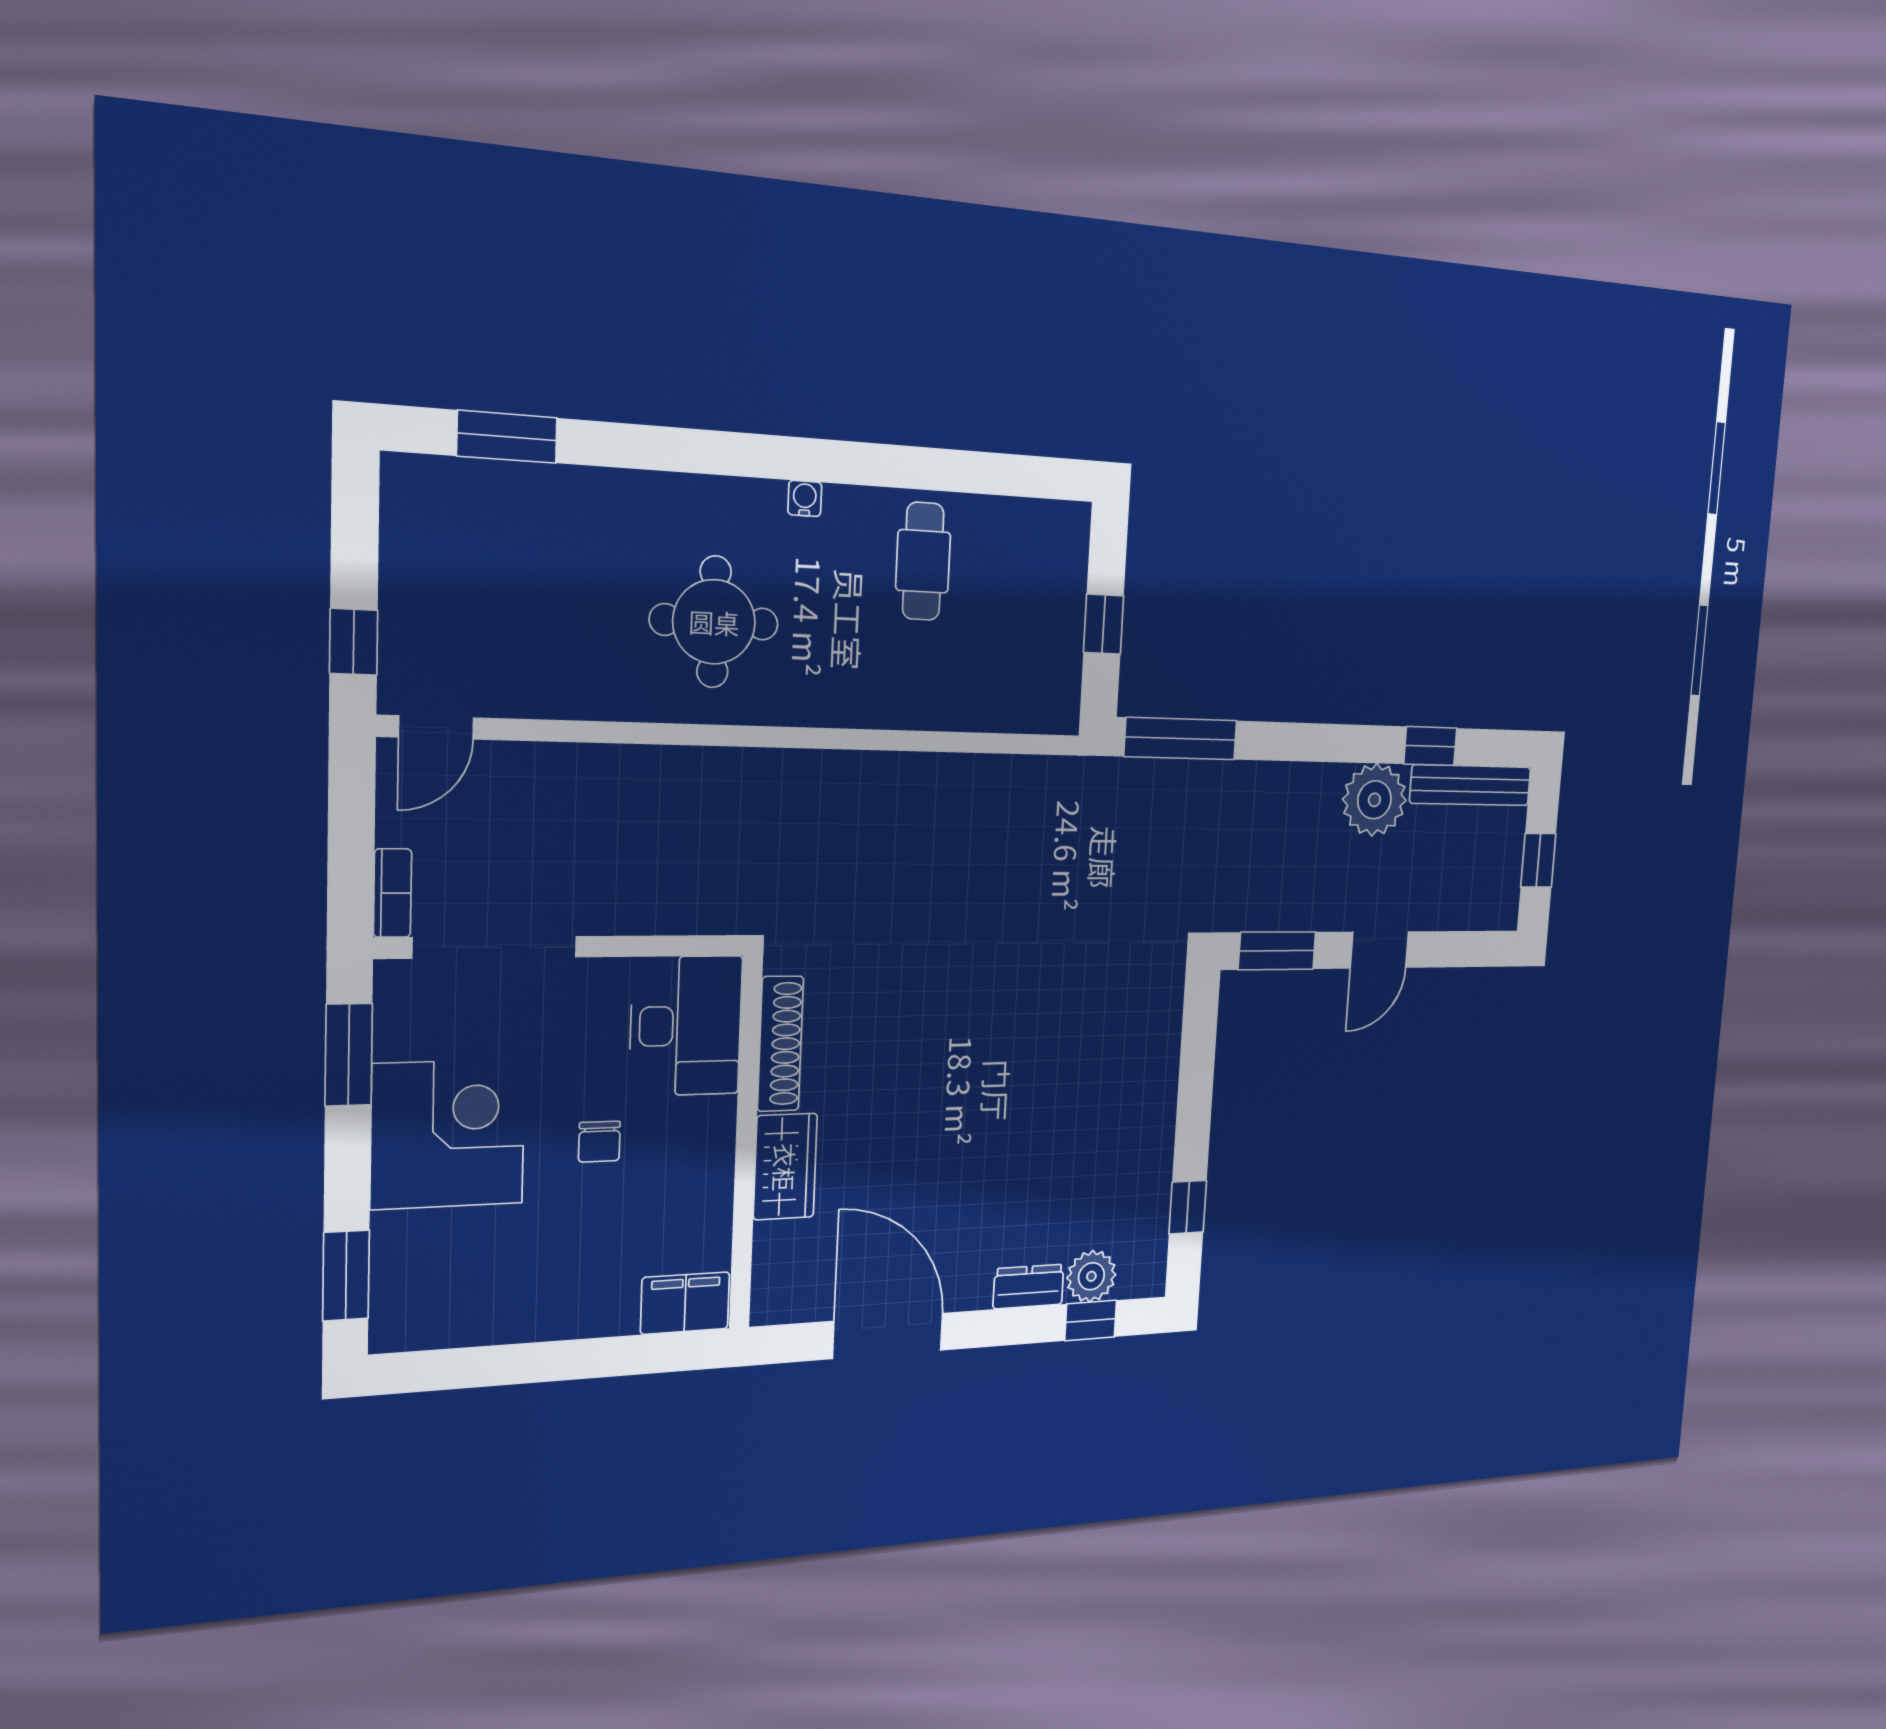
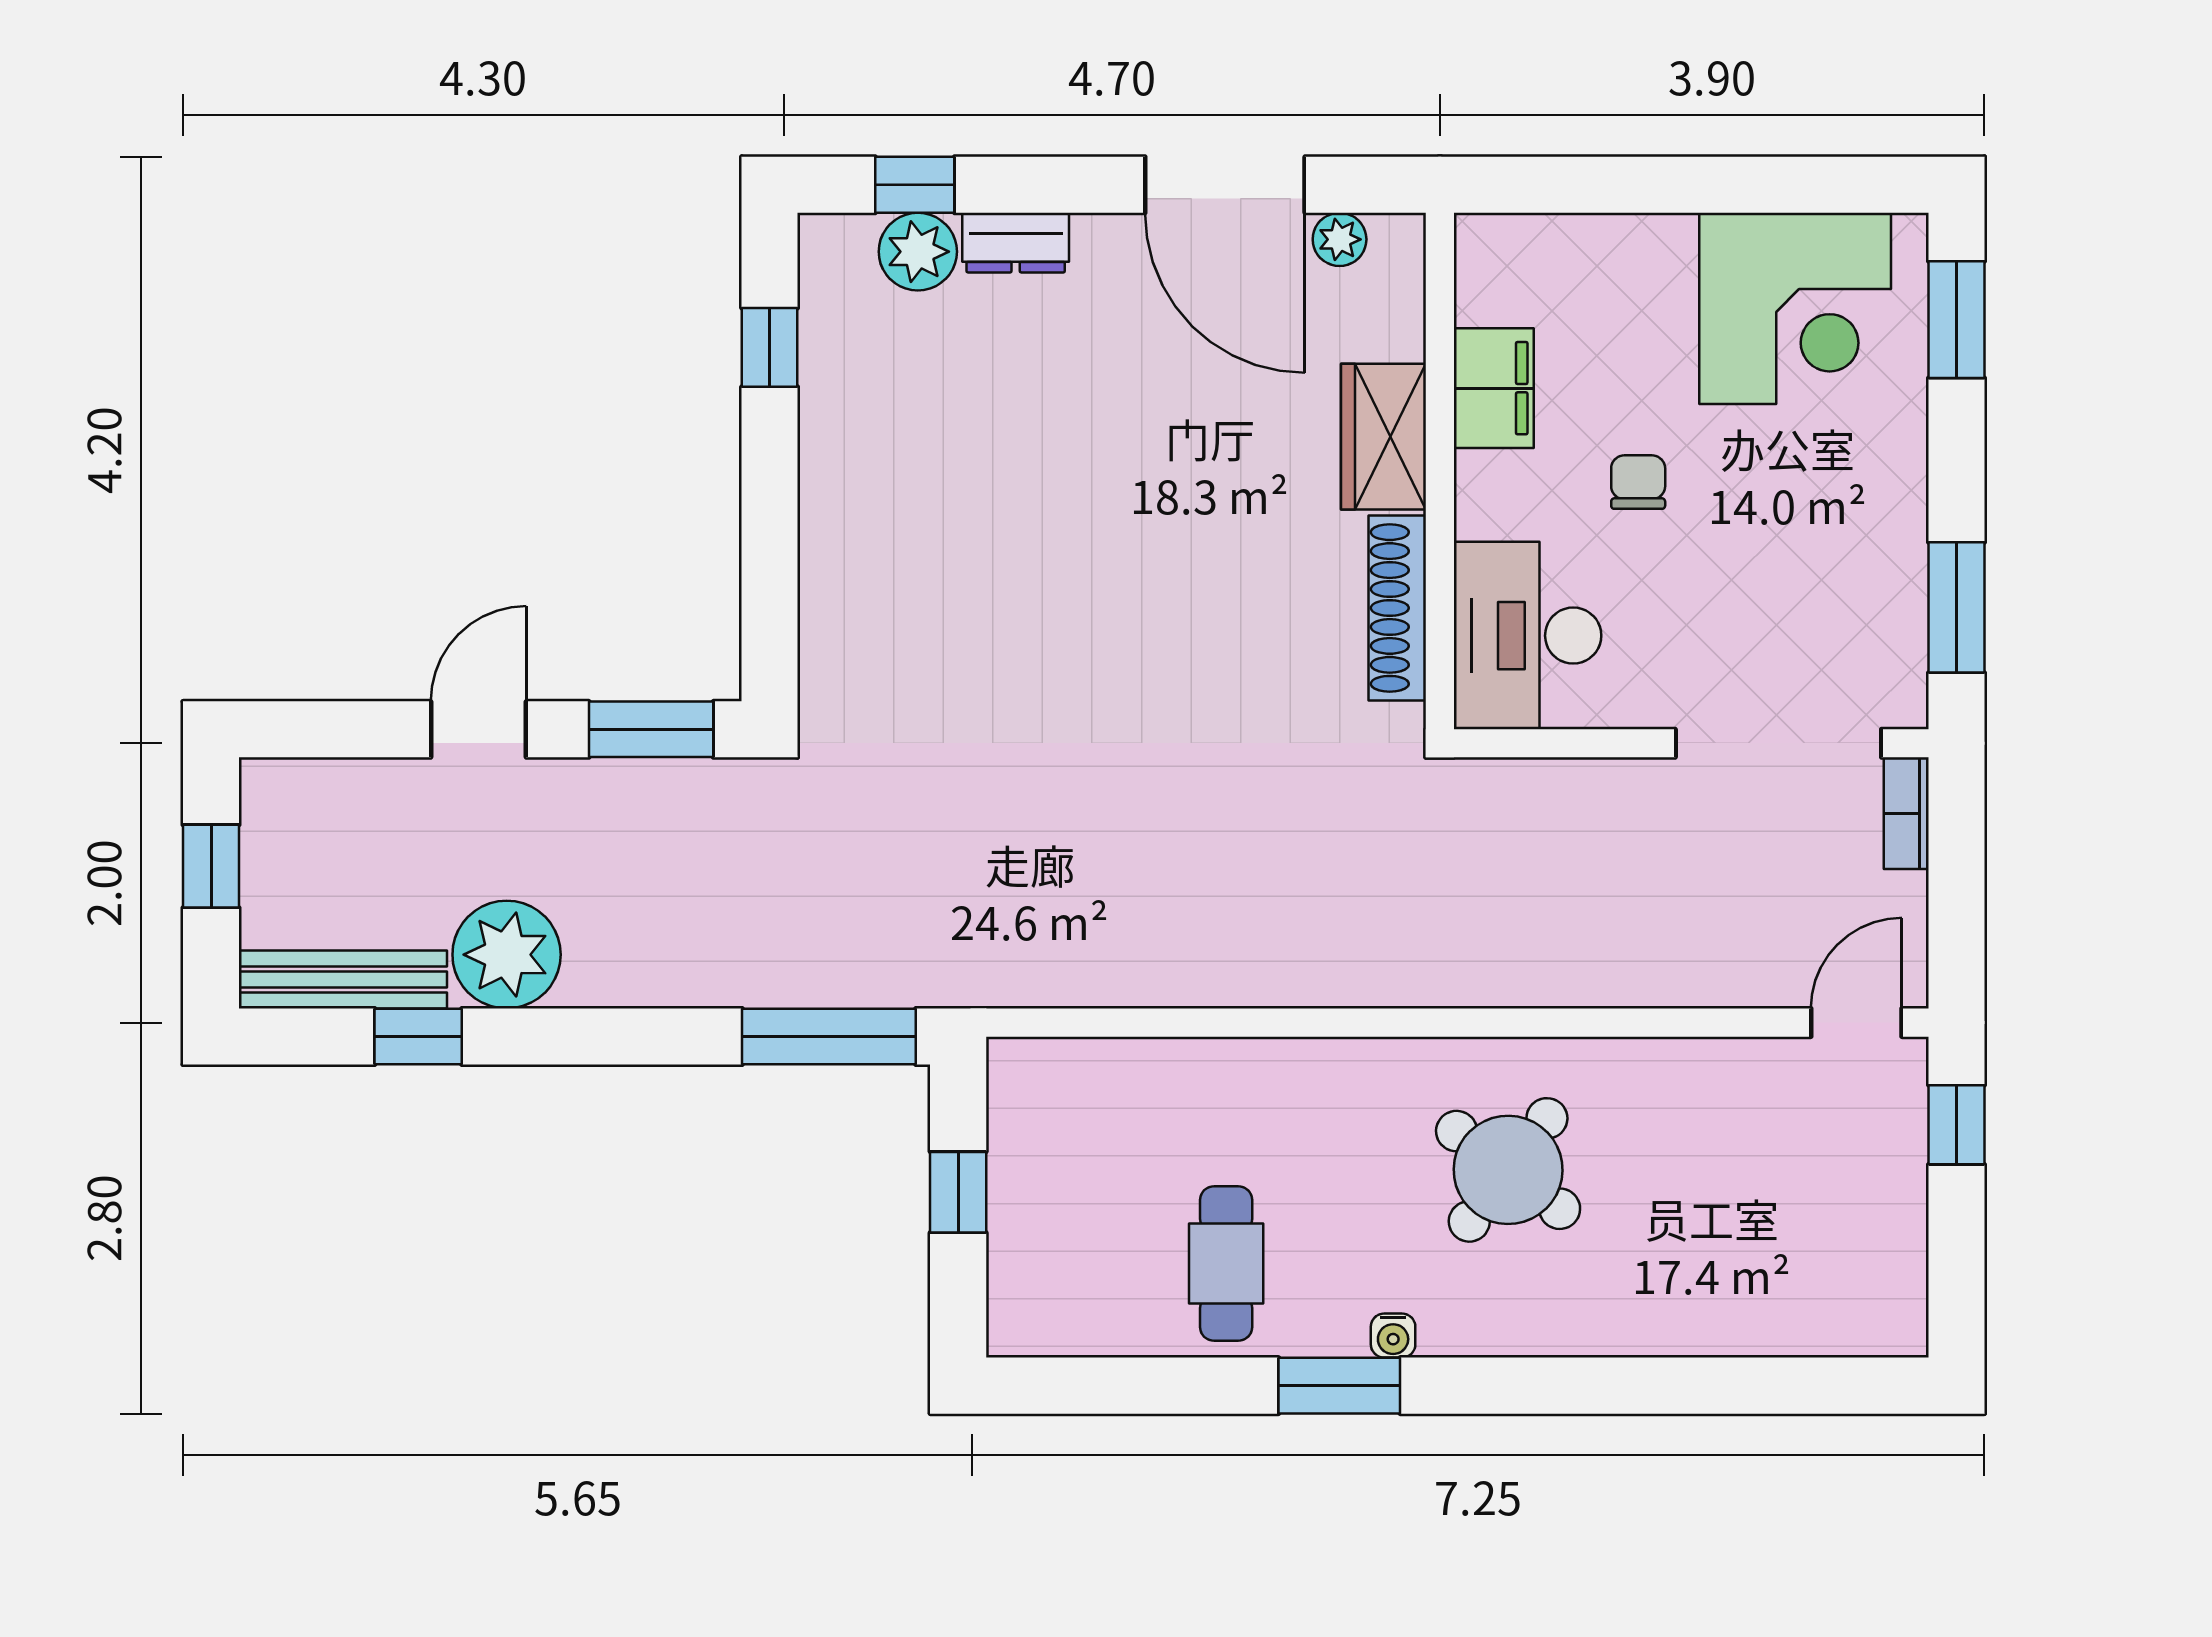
window: (507, 437) -> (1339, 1386), moved
round table: (714, 622) -> (1508, 1170), turned 37
corner desk: (448, 1134) -> (1795, 308), moved, turned -90
filing cabinet: (685, 1303) -> (1494, 388), moved, turned -90
plant: (811, 1304) -> (1340, 239), added

